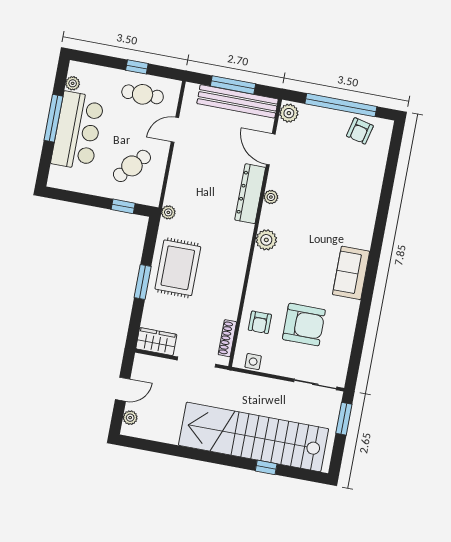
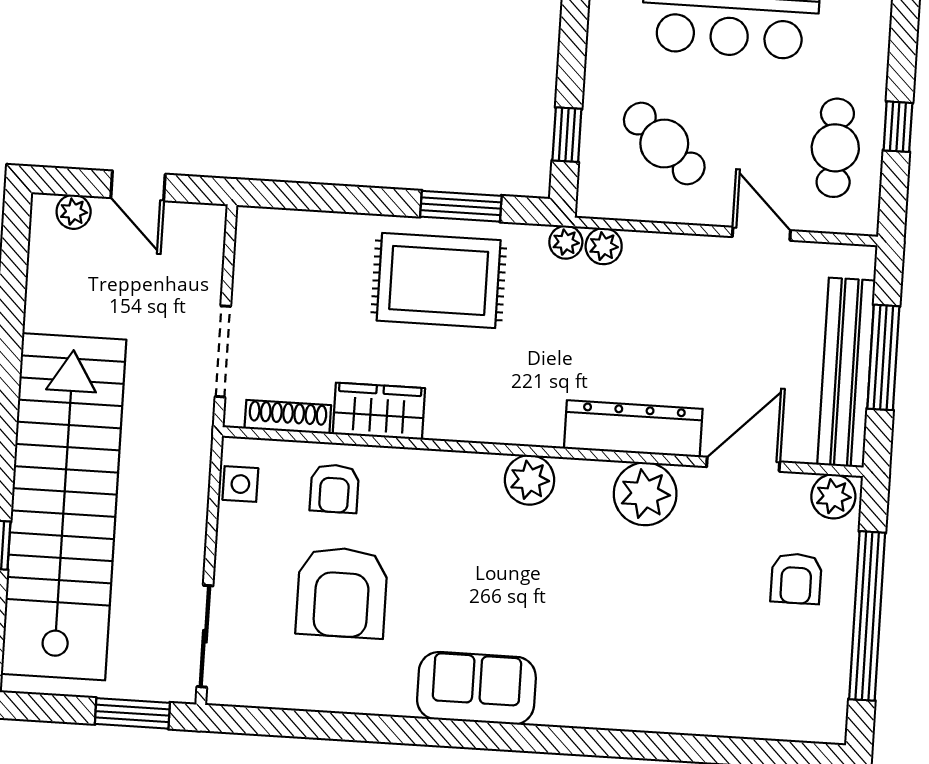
armchair: (360, 131) -> (796, 579), moved, turned -103
plant: (172, 197) -> (604, 246), added
plant: (271, 197) -> (645, 494), width x1.88, depth x1.88
window: (143, 282) -> (461, 206), moved
armchair: (260, 322) -> (334, 489), turned -90
wardrobe: (156, 342) -> (379, 411), moved, turned -90

